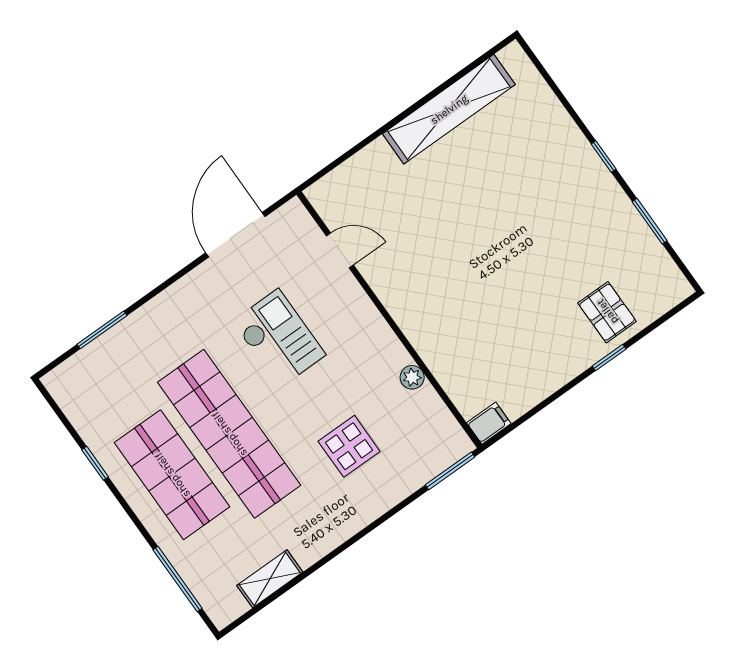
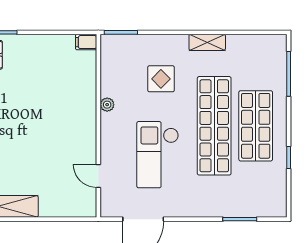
checkout: (279, 338) -> (158, 155), width x1.36, depth x1.21
plant: (412, 377) -> (107, 105), moved
shelving: (270, 579) -> (207, 42), moved

